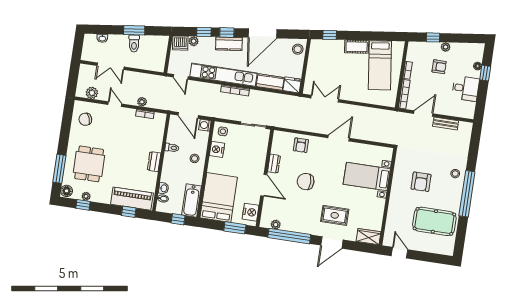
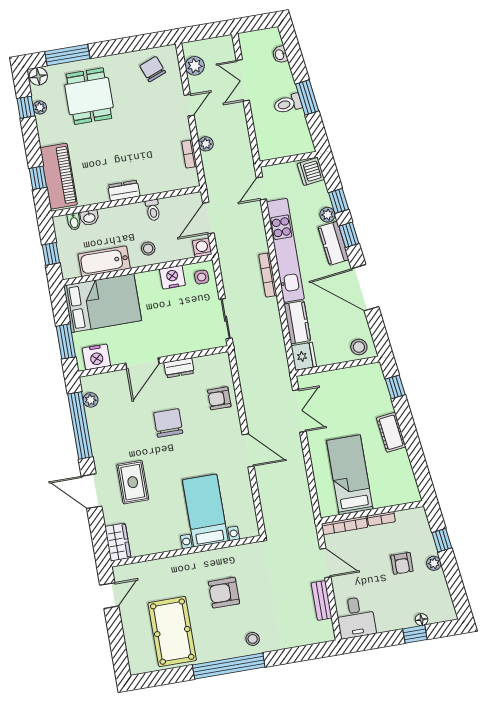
plant: (194, 41) -> (327, 215), moved
bed: (380, 65) -> (350, 475), moved, turned 97
desk: (466, 88) -> (356, 617), moved
dining table: (89, 164) -> (89, 96), turned 90
bathtub: (192, 200) -> (104, 261), moved

